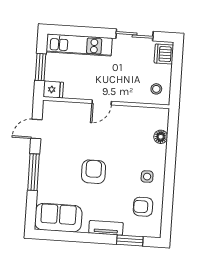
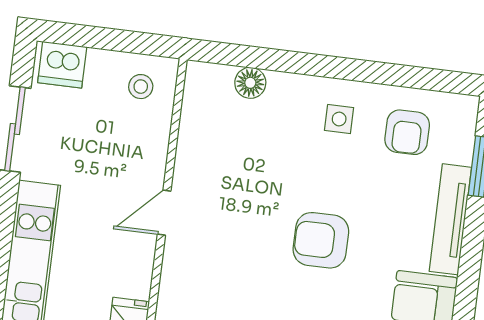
door: (102, 102) -> (164, 213), swing flipped
tv unit: (106, 228) -> (450, 219), width x1.41

